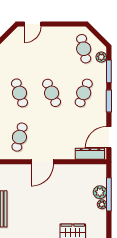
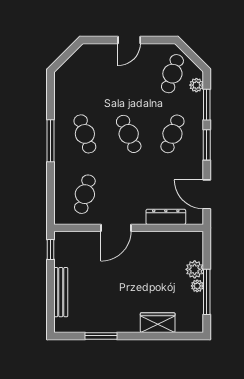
door: (33, 24) -> (129, 40), moved
cafe table: (84, 49) -> (172, 74), turned 30
door: (109, 137) -> (207, 194), hinge flipped
dresser: (90, 154) -> (166, 217), moved
window: (109, 194) -> (207, 292), moved

